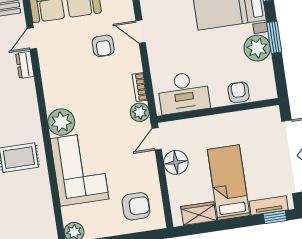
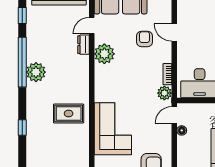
armchair: (103, 46) -> (144, 39), turned 180
plant: (61, 122) -> (104, 54), moved
floor lamp: (176, 162) -> (182, 130), width x0.53, depth x0.53

